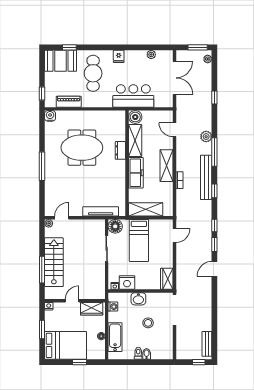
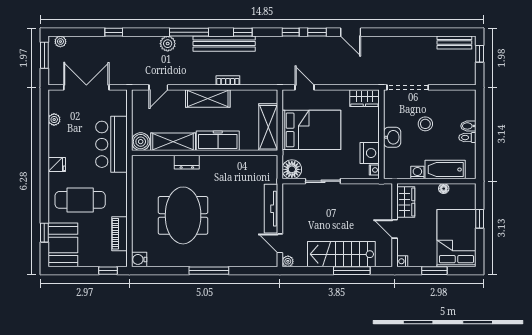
tv unit: (101, 211) -> (271, 209), moved
bed: (139, 240) -> (311, 130), width x1.50
washing machine: (113, 307) -> (417, 173), moved

